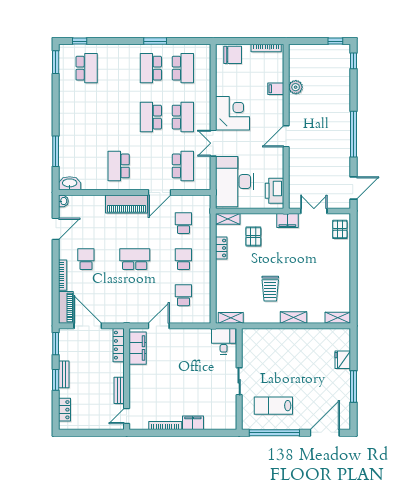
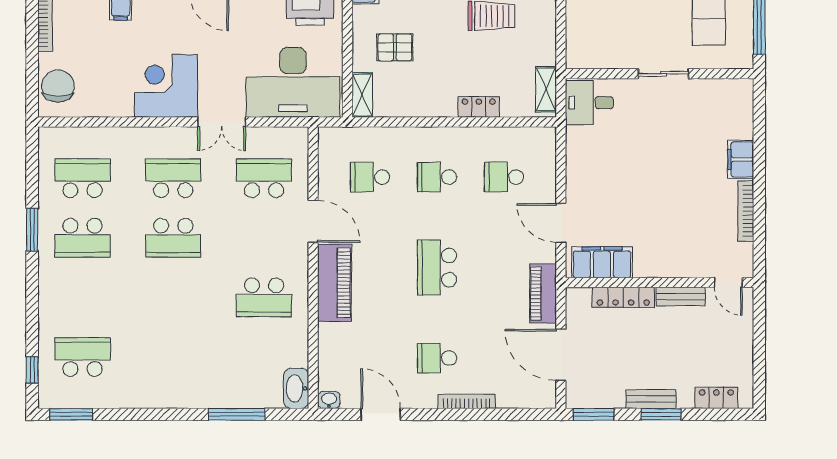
locker: (221, 248) -> (479, 107), moved
piano: (66, 307) -> (543, 294), moved, turned -90
door: (88, 326) -> (561, 355), hinge flipped
locker: (119, 345) -> (623, 297), moved

